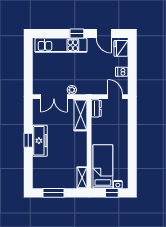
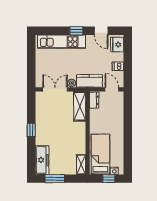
kitchen counter: (91, 87) -> (89, 81), added
double door: (54, 97) -> (55, 89), swing flipped
freezer: (40, 141) -> (42, 160), moved

